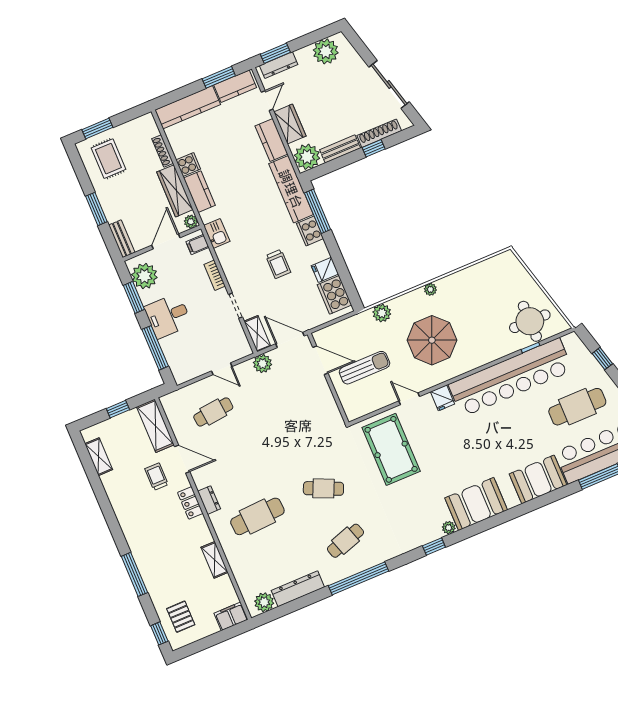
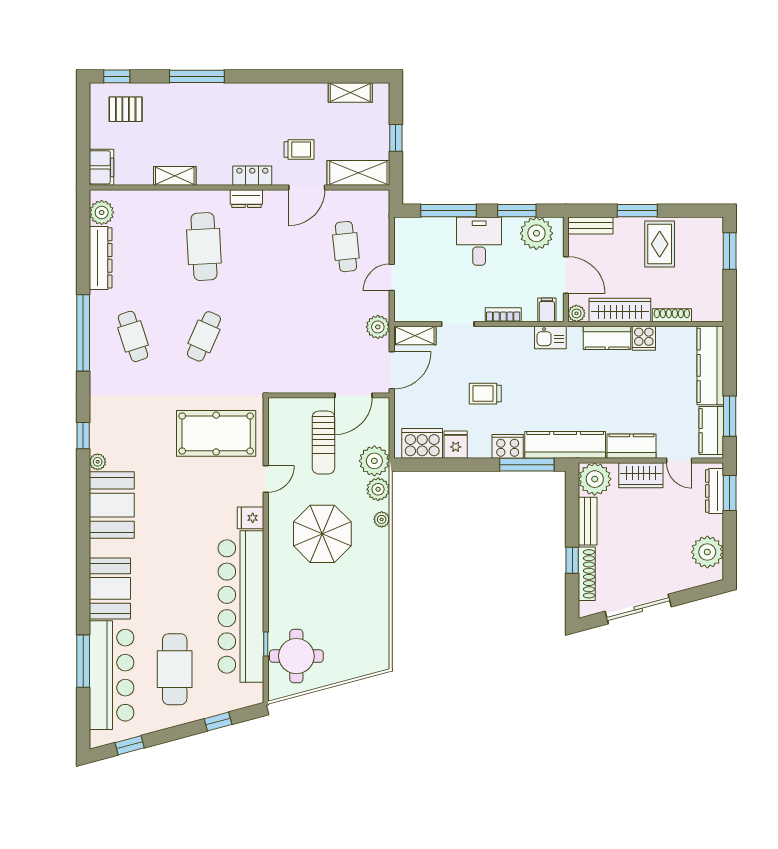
rug: (108, 159) -> (660, 244), moved, turned 90
plant: (430, 289) -> (382, 519), moved
plant: (362, 325) -> (374, 461), added

